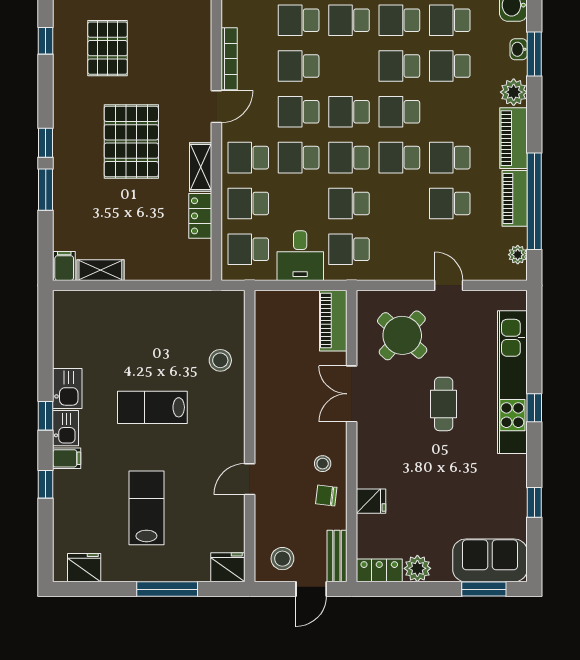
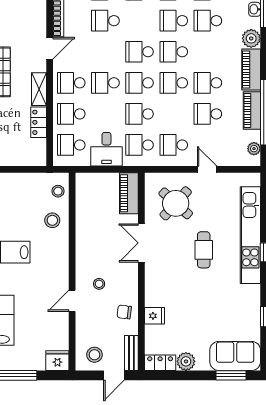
school desk: (299, 112) -> (174, 145), moved
stool: (229, 317) -> (58, 191), added
stool: (323, 464) -> (99, 284), moved

